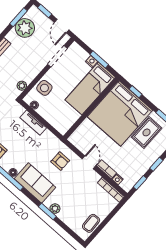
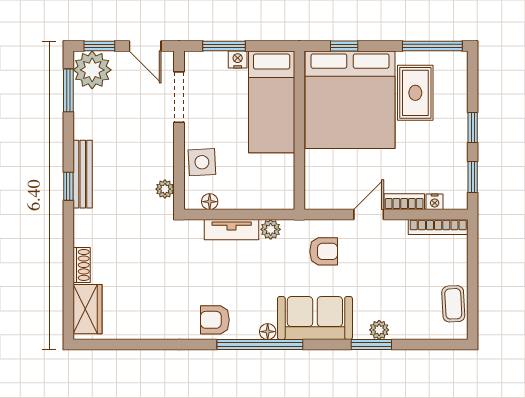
plant: (25, 28) -> (92, 70), moved
window: (99, 59) -> (224, 46), moved
plant: (48, 135) -> (271, 229), added
door: (89, 162) -> (369, 214), hinge flipped

